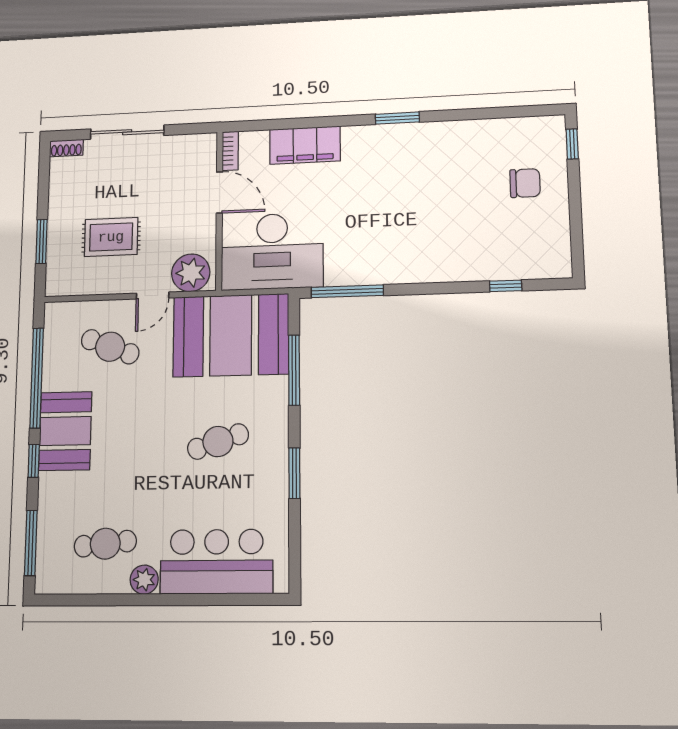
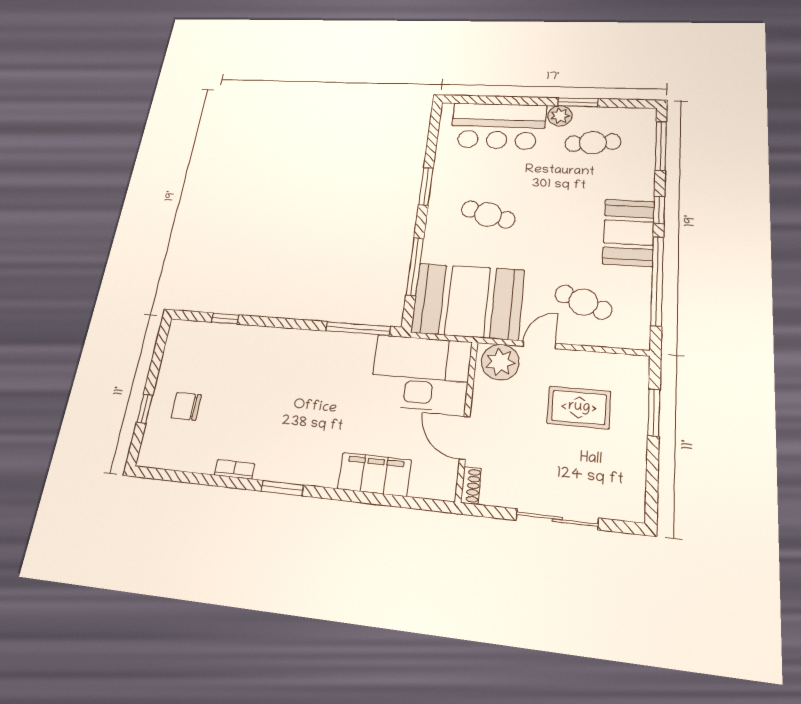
window: (572, 144) -> (145, 409), moved
shoe rack: (66, 148) -> (471, 486), moved, turned 90
bookcase: (230, 151) -> (235, 469), moved, turned 90
cafe table: (218, 442) -> (488, 214), turned 33
window: (124, 600) -> (578, 102), added

